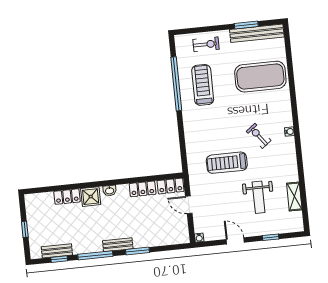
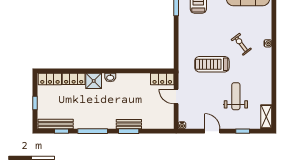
locker: (143, 189) -> (50, 79), moved
weight bench: (259, 197) -> (236, 96), turned 180
shelving: (294, 197) -> (266, 117), moved
bench: (118, 245) -> (129, 124), moved
bench: (57, 251) -> (56, 124), width x1.36

